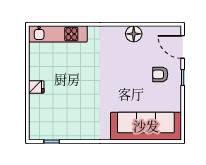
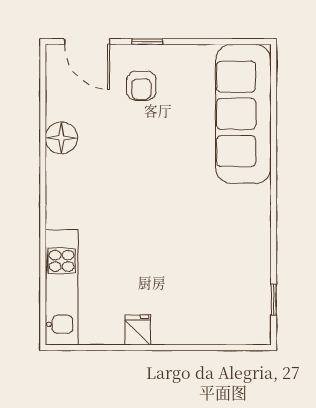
door: (183, 47) -> (87, 42), hinge flipped
fridge: (36, 87) -> (138, 330), moved

